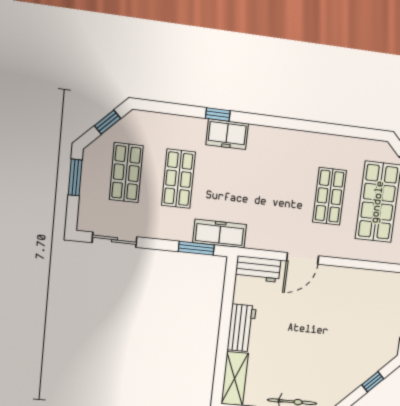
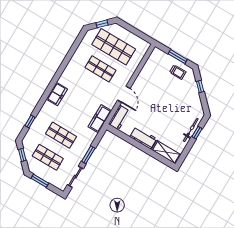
window: (218, 114) -> (30, 122), moved
freezer: (227, 134) -> (57, 94), moved
freezer: (220, 234) -> (100, 119), moved
window: (196, 248) -> (88, 155), moved
trolley: (381, 333) -> (178, 72), added

